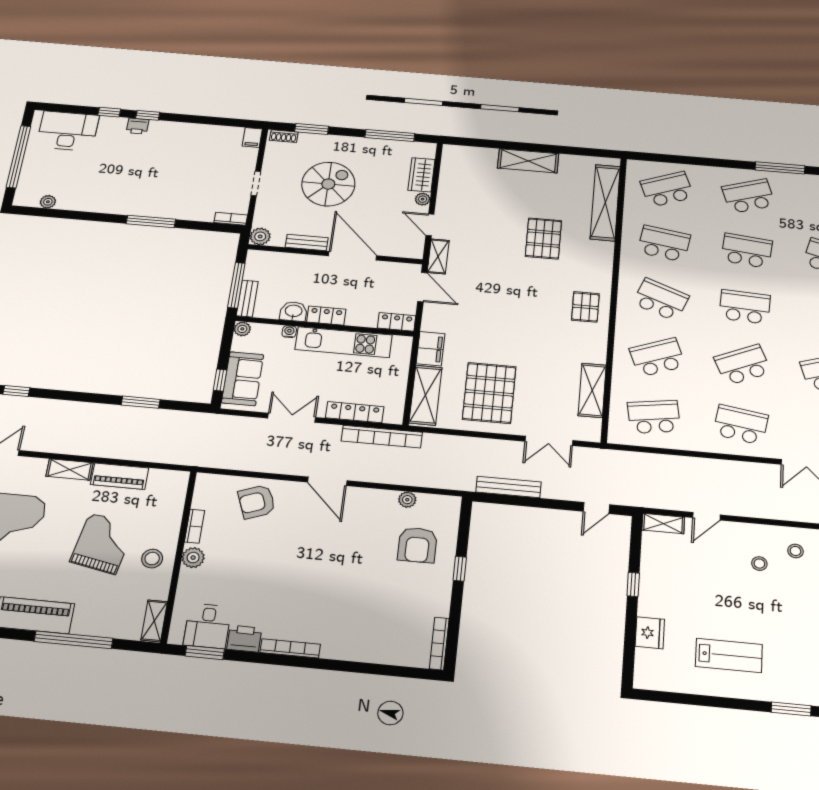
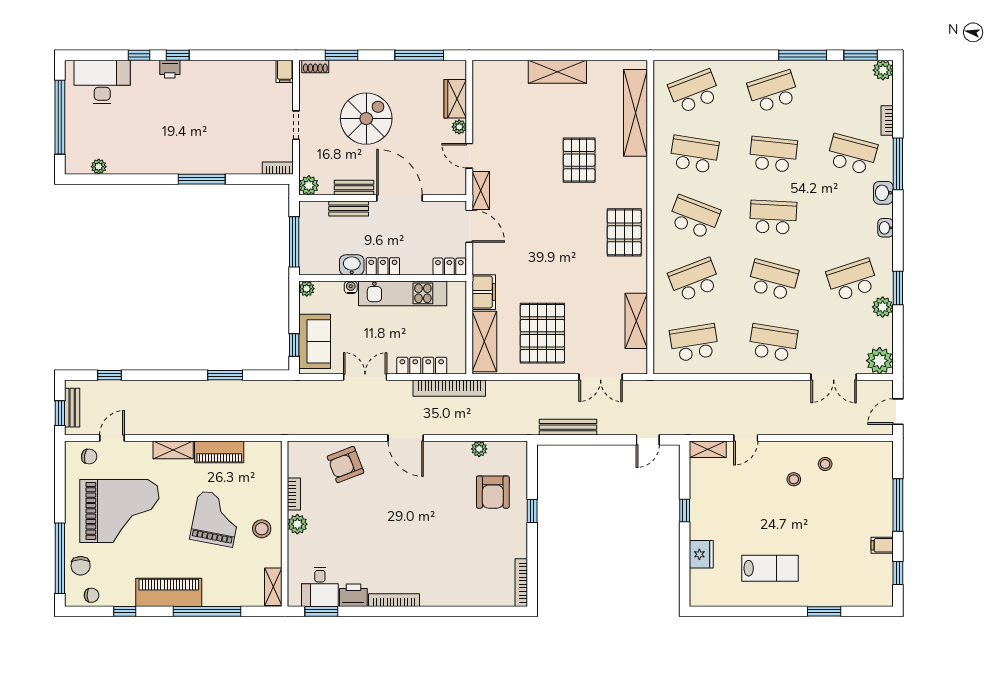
bench: (247, 299) -> (349, 208), moved, turned 90
pallet: (585, 307) -> (624, 232), width x1.50, depth x1.42
school desk: (743, 365) -> (773, 280), turned 39

